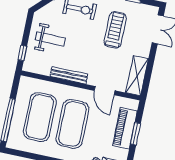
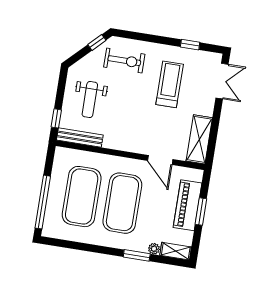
weight bench: (50, 39) -> (90, 100), turned 90
bench: (69, 75) -> (80, 138), moved

